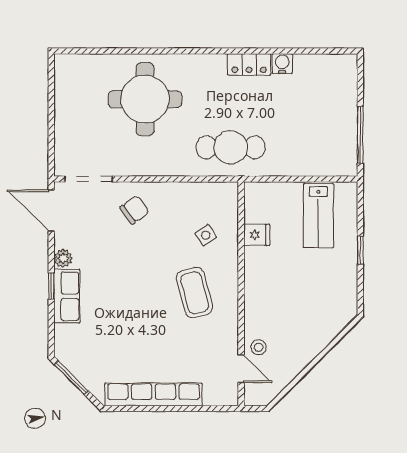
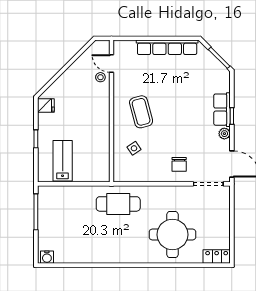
locker: (249, 64) -> (217, 257), moved
water cooler: (282, 64) -> (47, 257), moved
chair: (134, 210) -> (179, 164), turned -54
fridge: (257, 235) -> (46, 106), moved, turned 180

